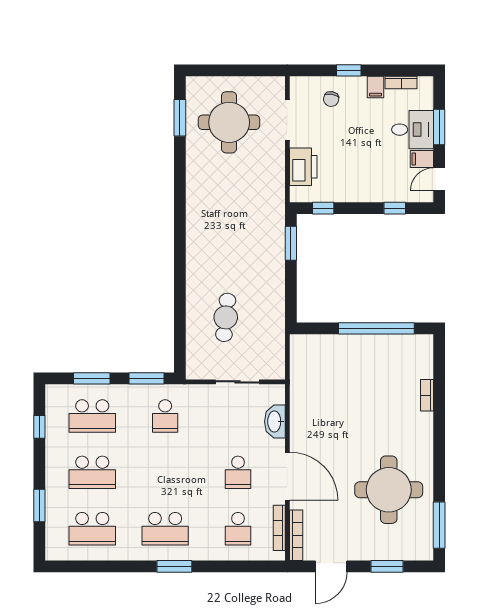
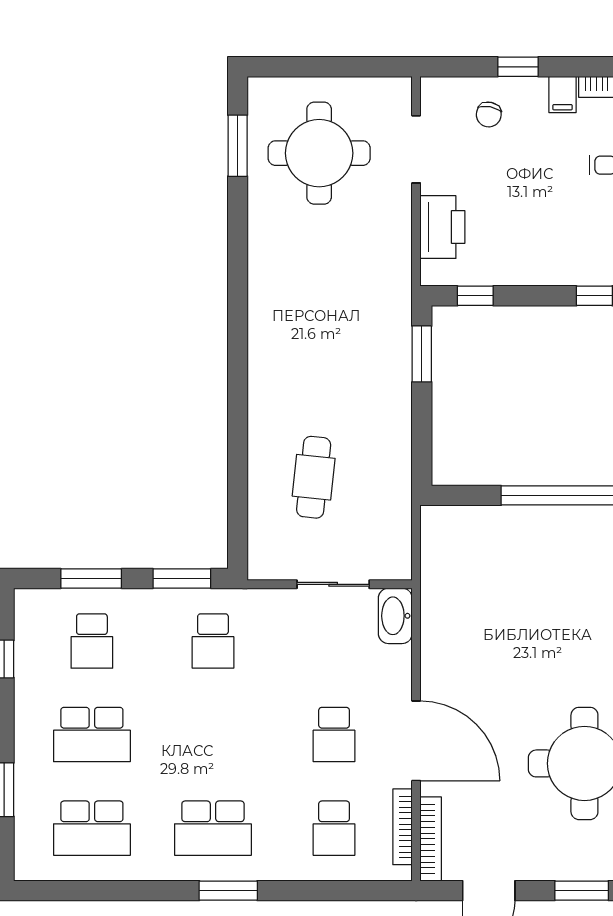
school desk: (92, 416) -> (92, 641), width x0.54
washbasin: (275, 422) -> (395, 616), moved

